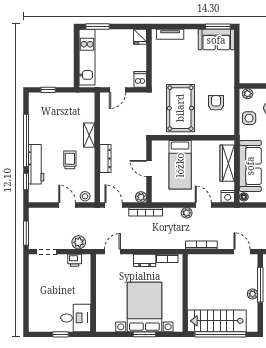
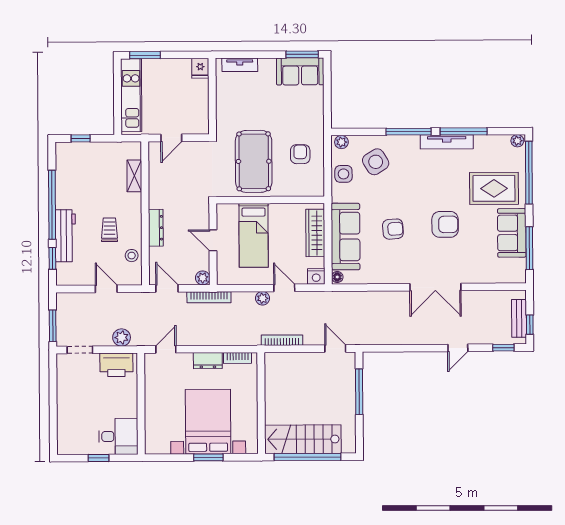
dishwasher: (140, 79) -> (201, 124), removed
shelving: (89, 135) -> (134, 176), moved
stool: (85, 196) -> (132, 256), moved
printer: (75, 260) -> (116, 365), width x1.87, depth x1.48
plant: (253, 294) -> (349, 404), removed

